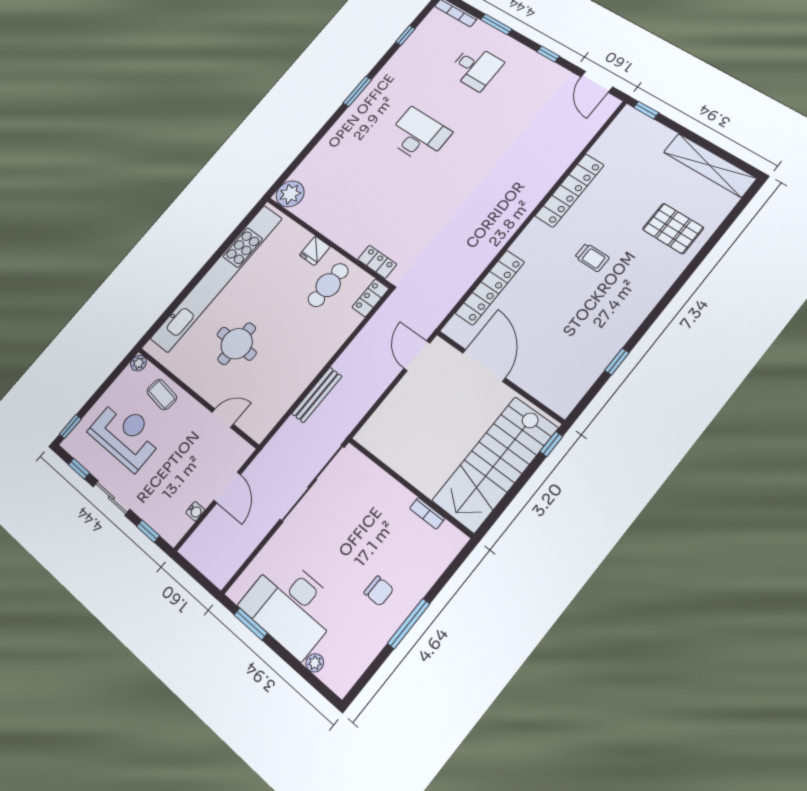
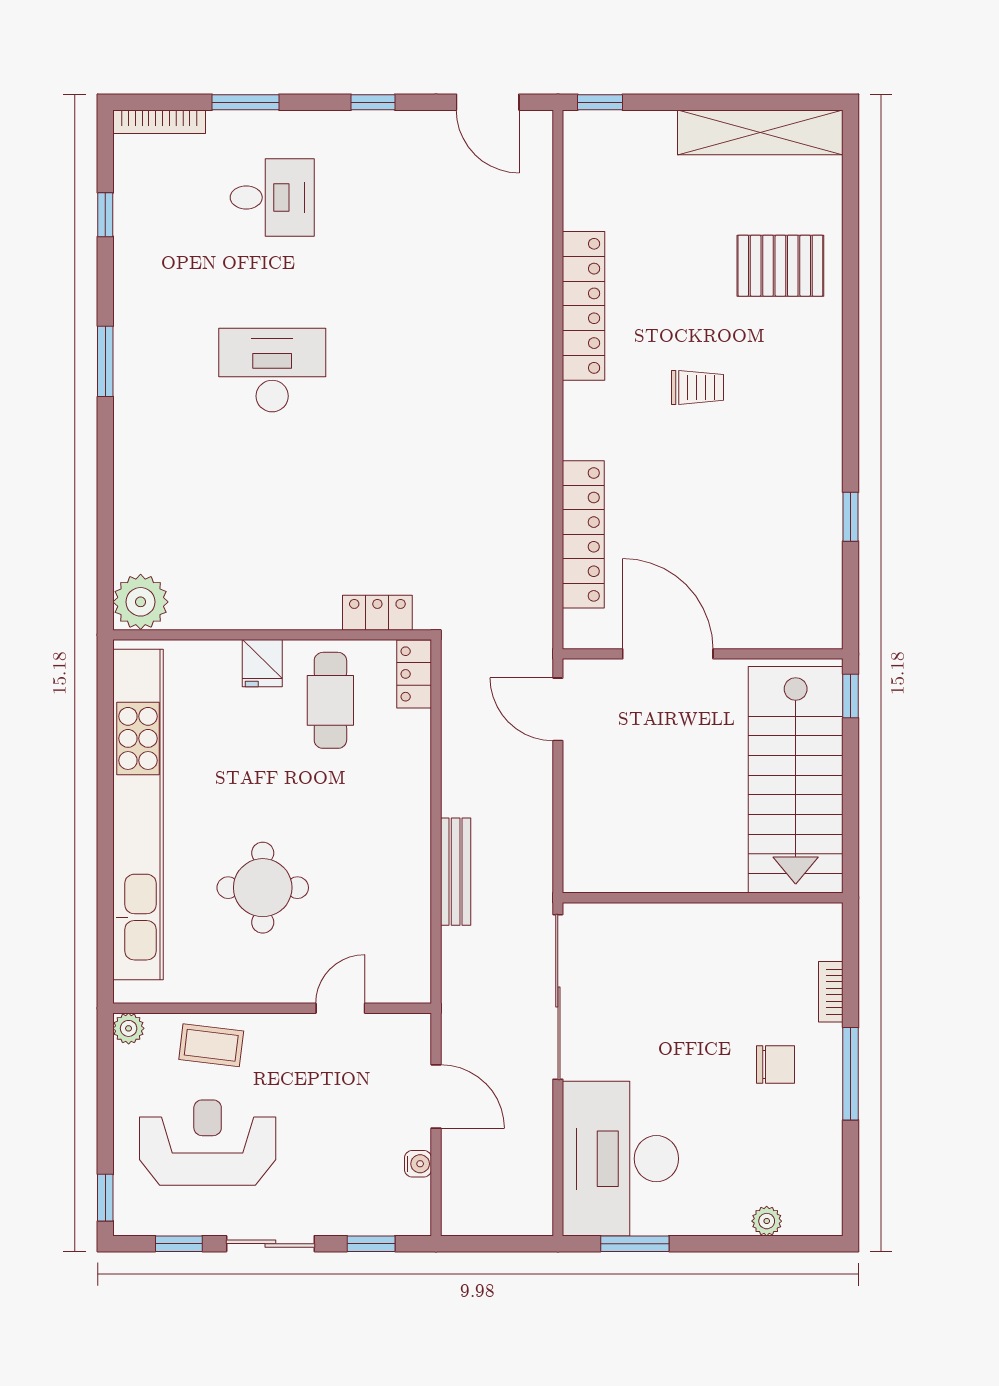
bookcase: (427, 513) -> (831, 992), moved, turned 90
desk: (291, 606) -> (620, 1159), moved, turned 90

